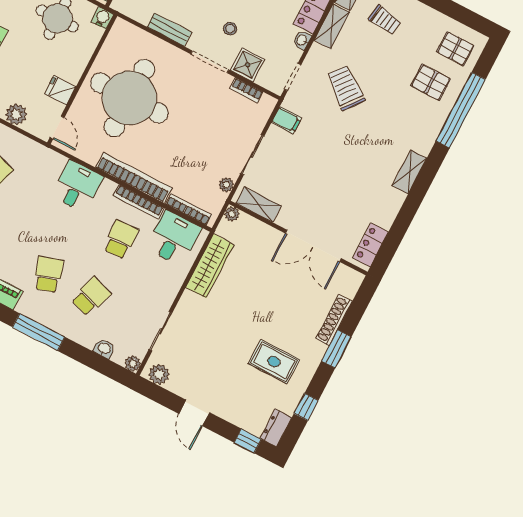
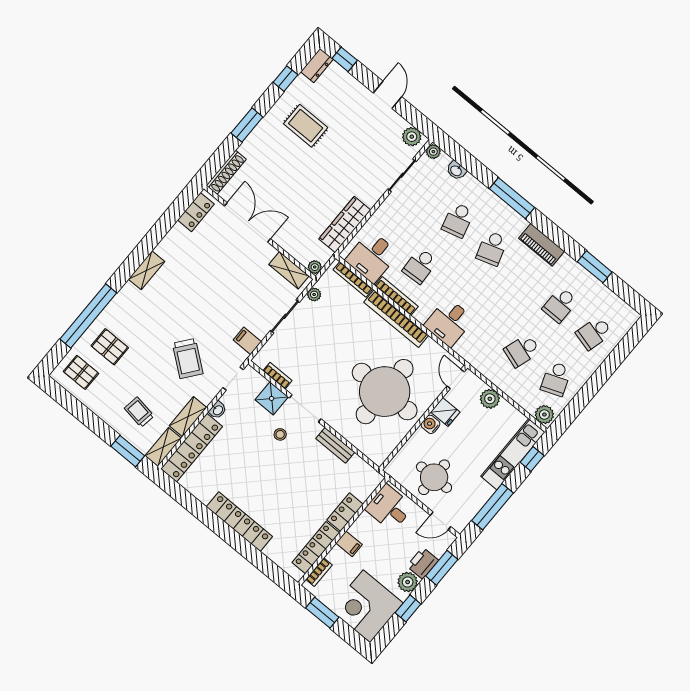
water cooler: (102, 18) -> (431, 424), moved, turned 90
school desk: (91, 296) -> (458, 220), turned -33
shoe rack: (334, 320) -> (226, 172), moved

